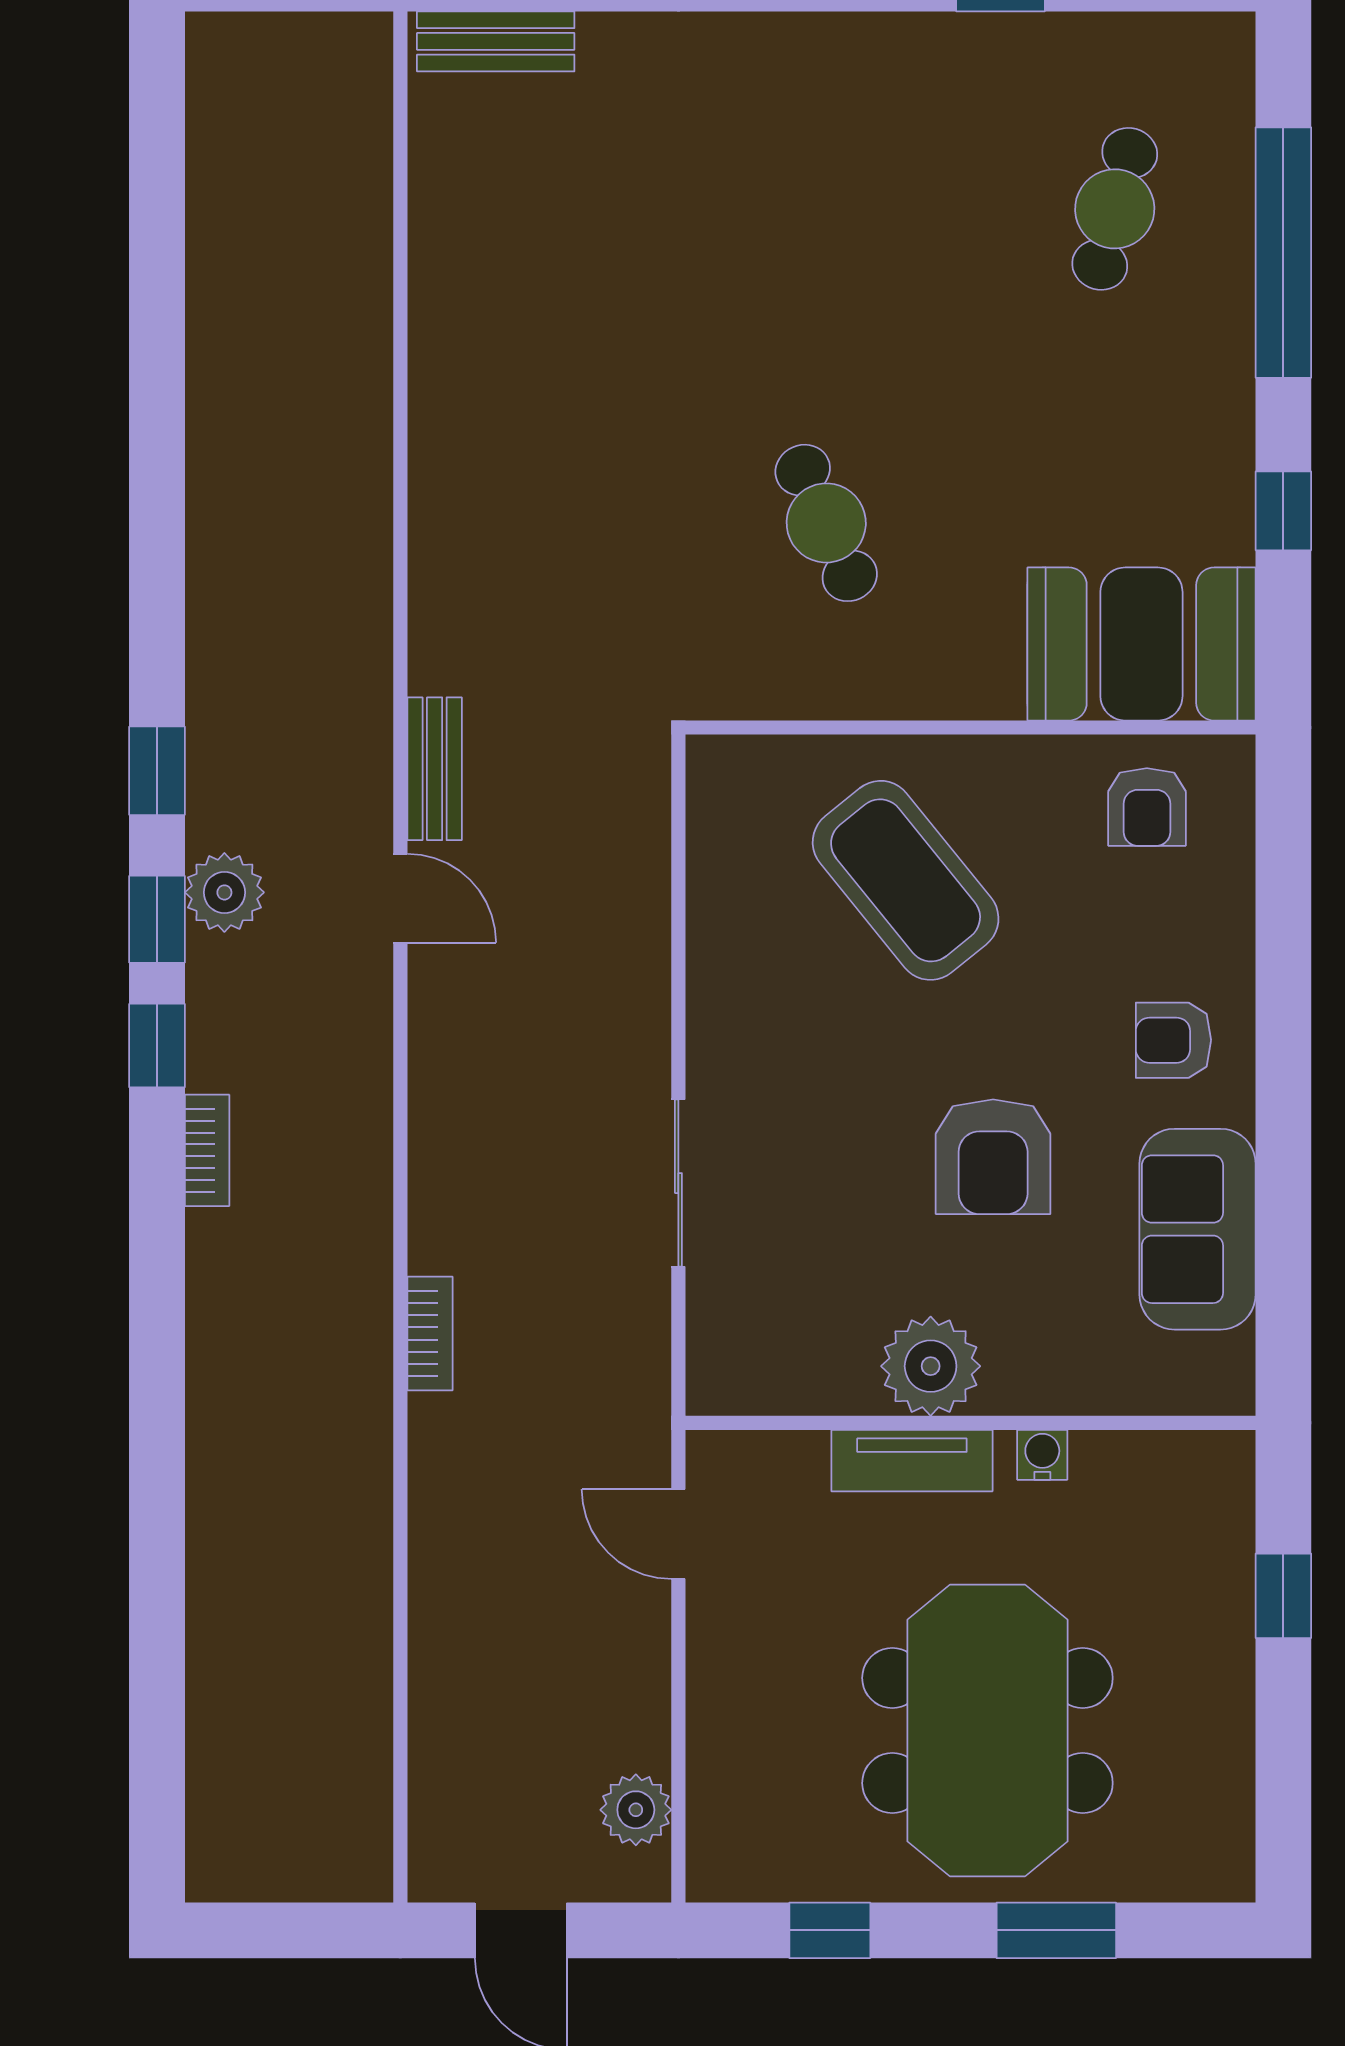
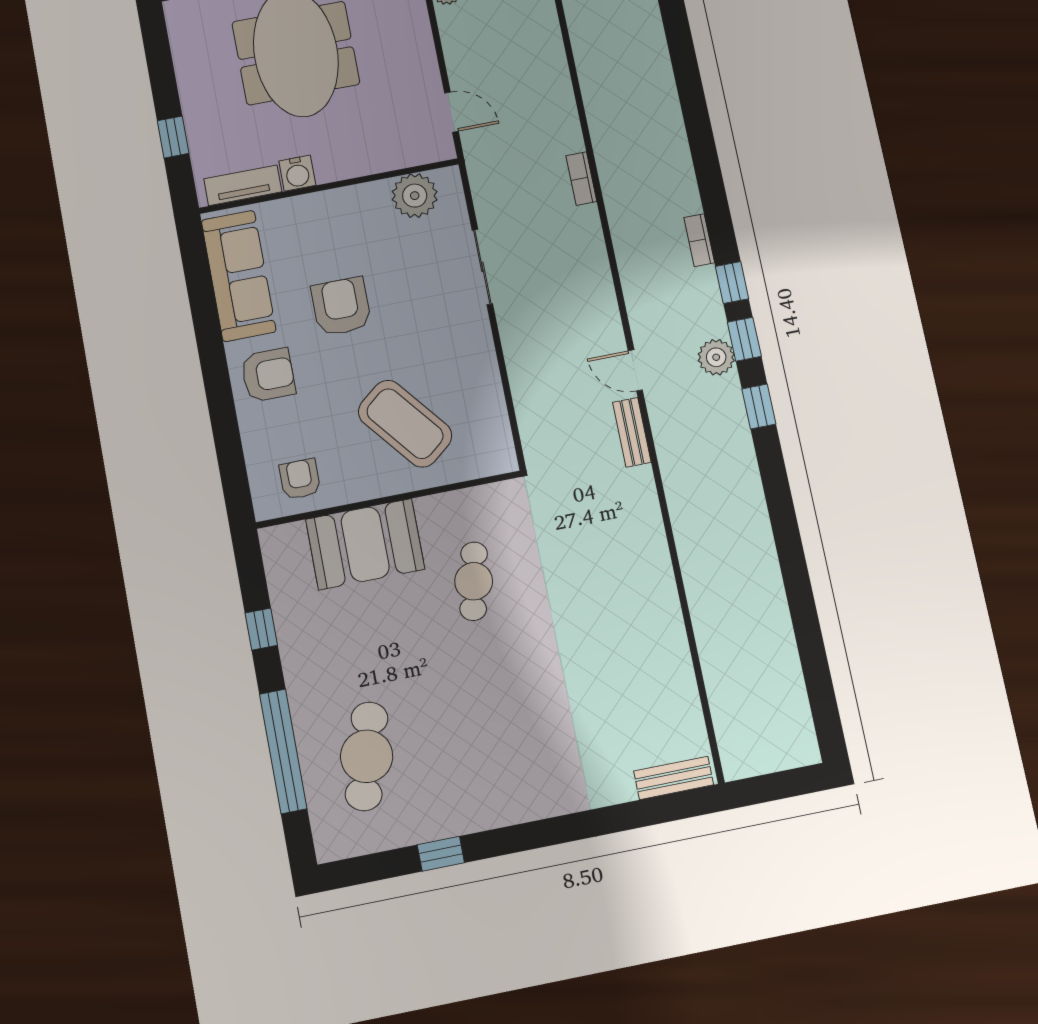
cafe table: (1115, 209) -> (367, 756), width x1.37, depth x1.35
cafe table: (826, 523) -> (474, 581), turned 36
booth: (1141, 644) -> (365, 544), moved
armchair: (1174, 1040) -> (268, 375), width x1.38, depth x1.38
sofa: (1198, 1229) -> (239, 276), width x1.36
plant: (931, 1366) -> (415, 196), moved
water cooler: (1042, 1455) -> (297, 173), width x1.38, depth x1.38
tv unit: (912, 1461) -> (243, 185), moved

